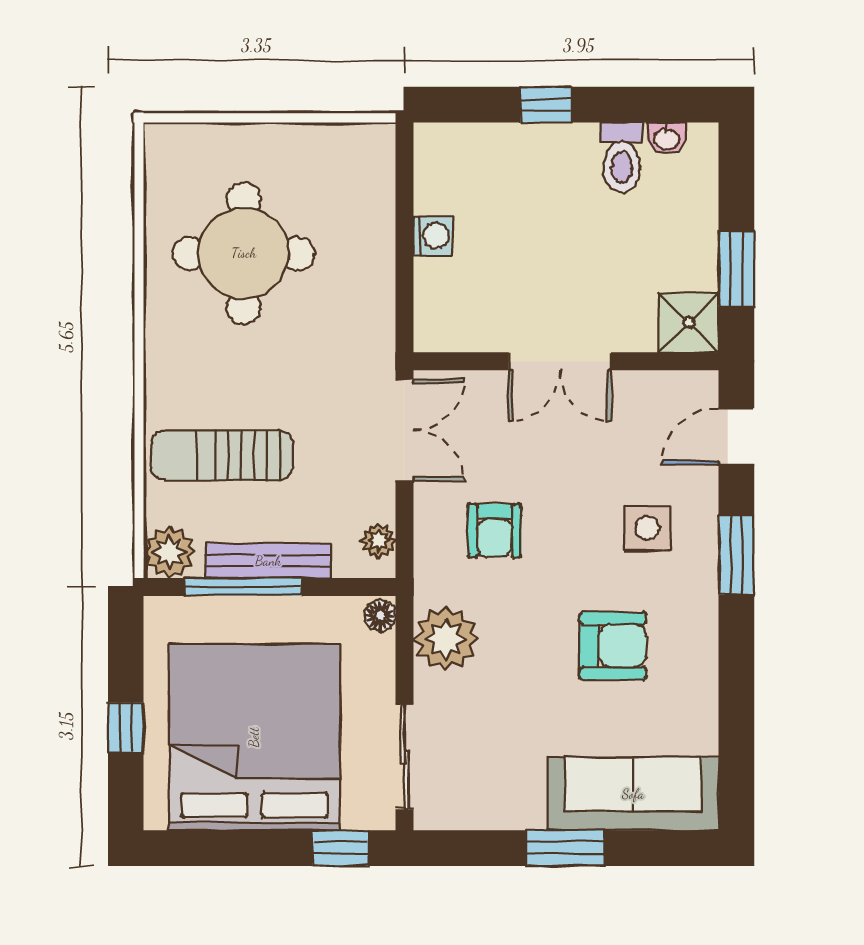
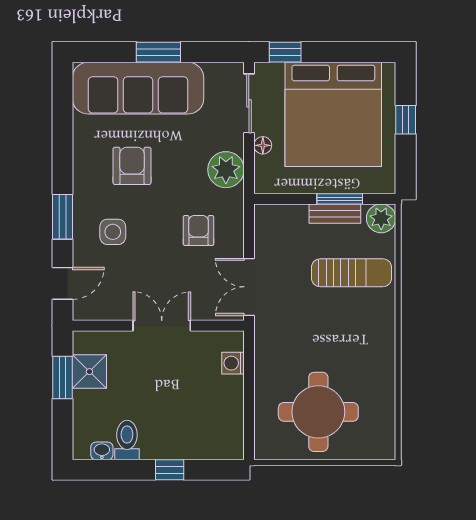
washing machine: (433, 236) -> (233, 363), moved
round table: (244, 253) -> (318, 412), moved
shower: (689, 322) -> (89, 372), moved
plant: (379, 540) -> (264, 225), removed
bench: (268, 561) -> (335, 214), width x0.73
window: (243, 587) -> (340, 199), width x0.69
floor lamp: (380, 616) -> (263, 145), moved
armchair: (613, 646) -> (132, 166), turned 90
sofa: (633, 794) -> (138, 88), width x1.36, depth x1.27

